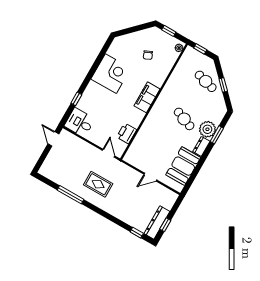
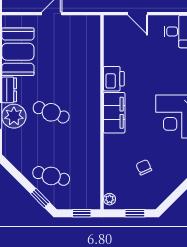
window: (223, 85) -> (40, 198), moved
printer: (127, 133) -> (114, 79), moved
door: (108, 153) -> (138, 14), moved

